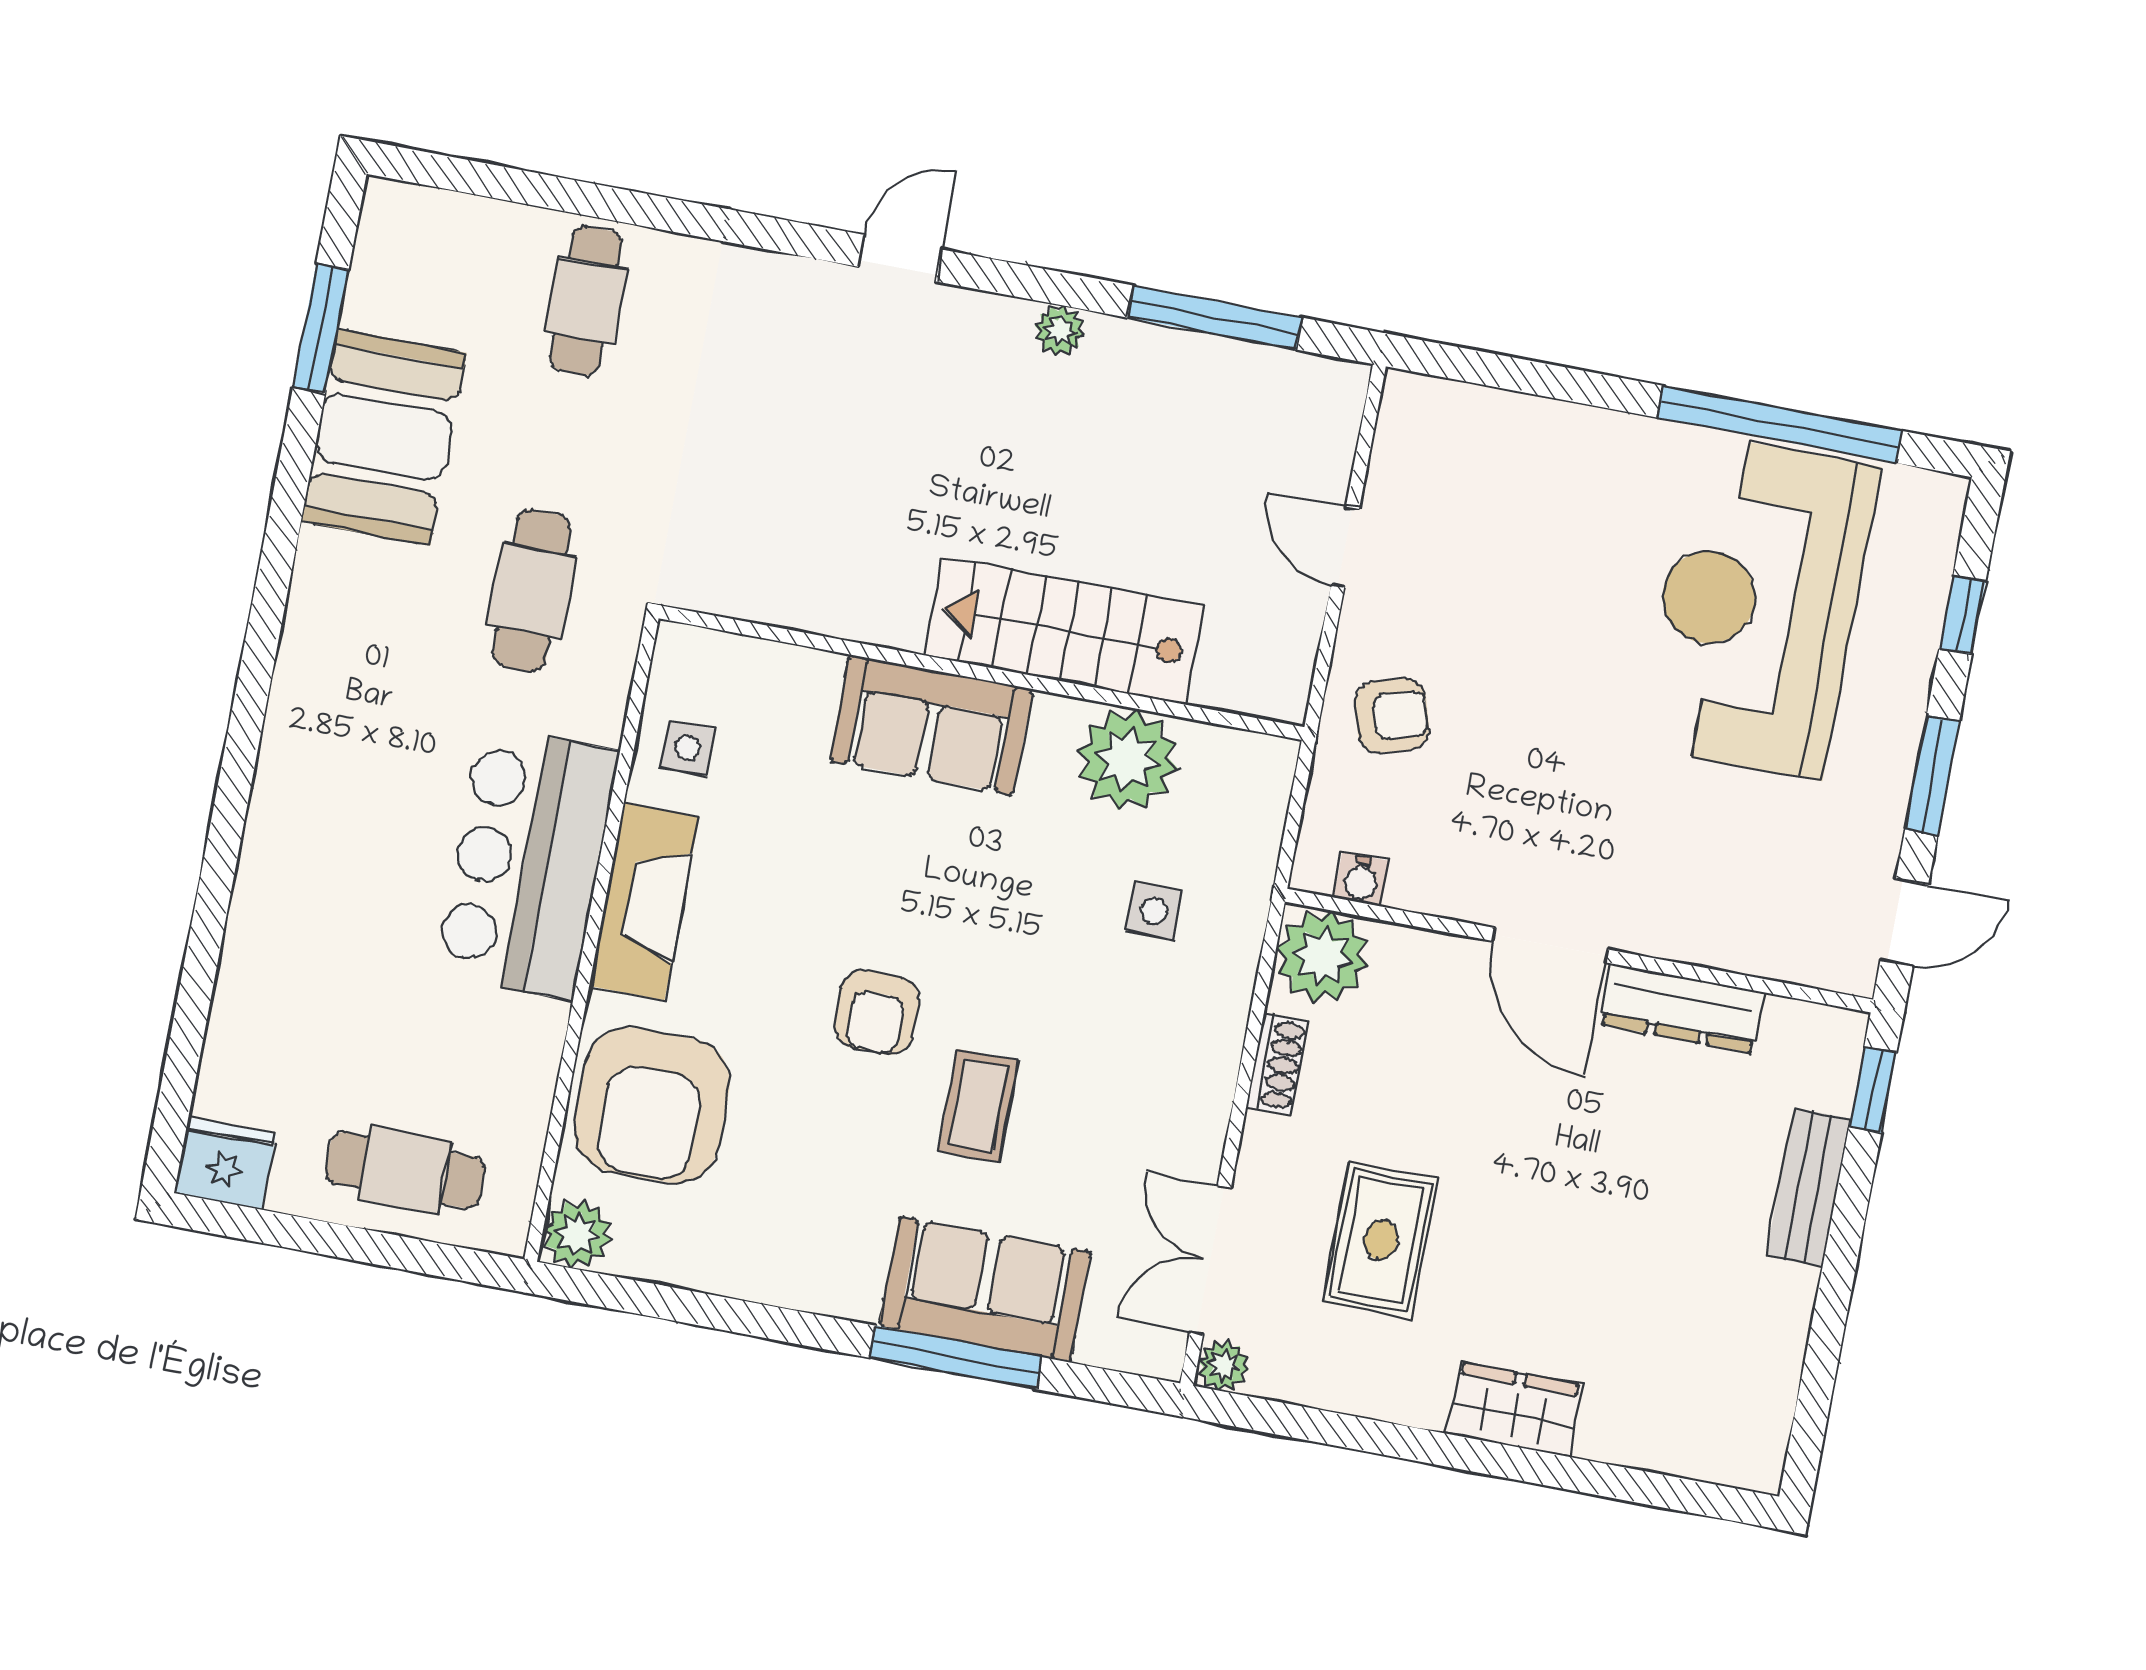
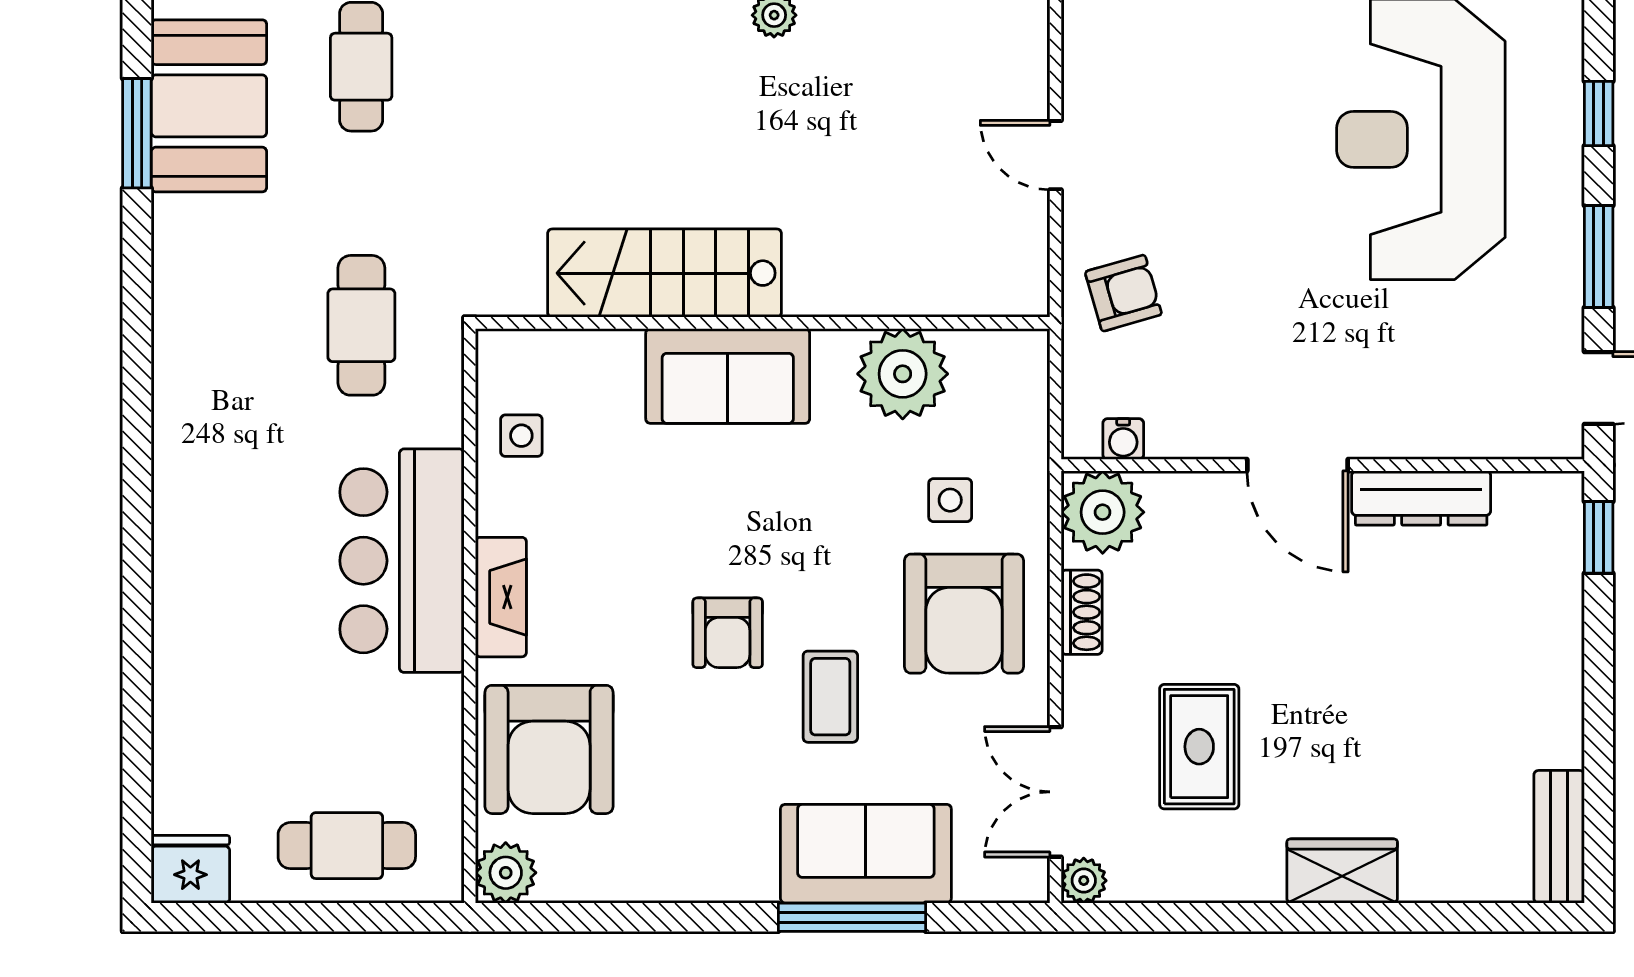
booth: (384, 437) -> (209, 106), moved
stairs: (1064, 631) -> (664, 273), moved
fireplace: (644, 901) -> (501, 597), width x0.73, depth x0.76
armchair: (1146, 1041) -> (964, 614), added
bench: (1808, 1188) -> (1559, 837), moved

